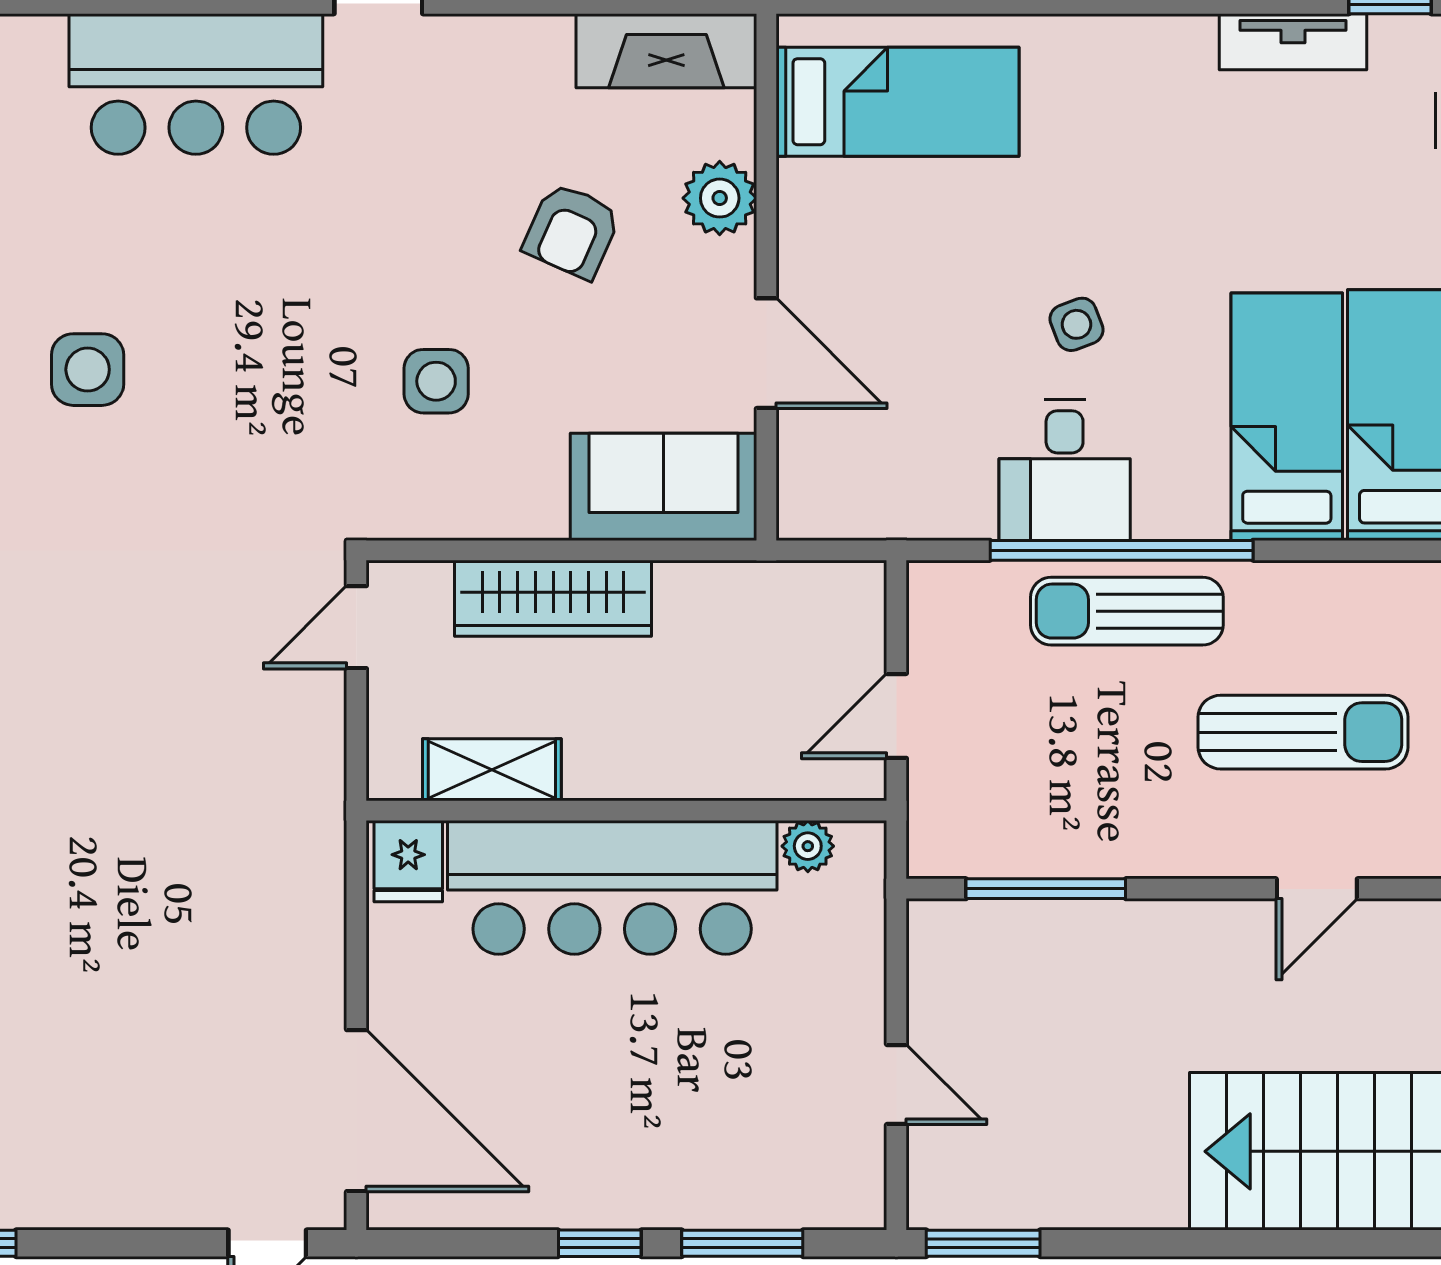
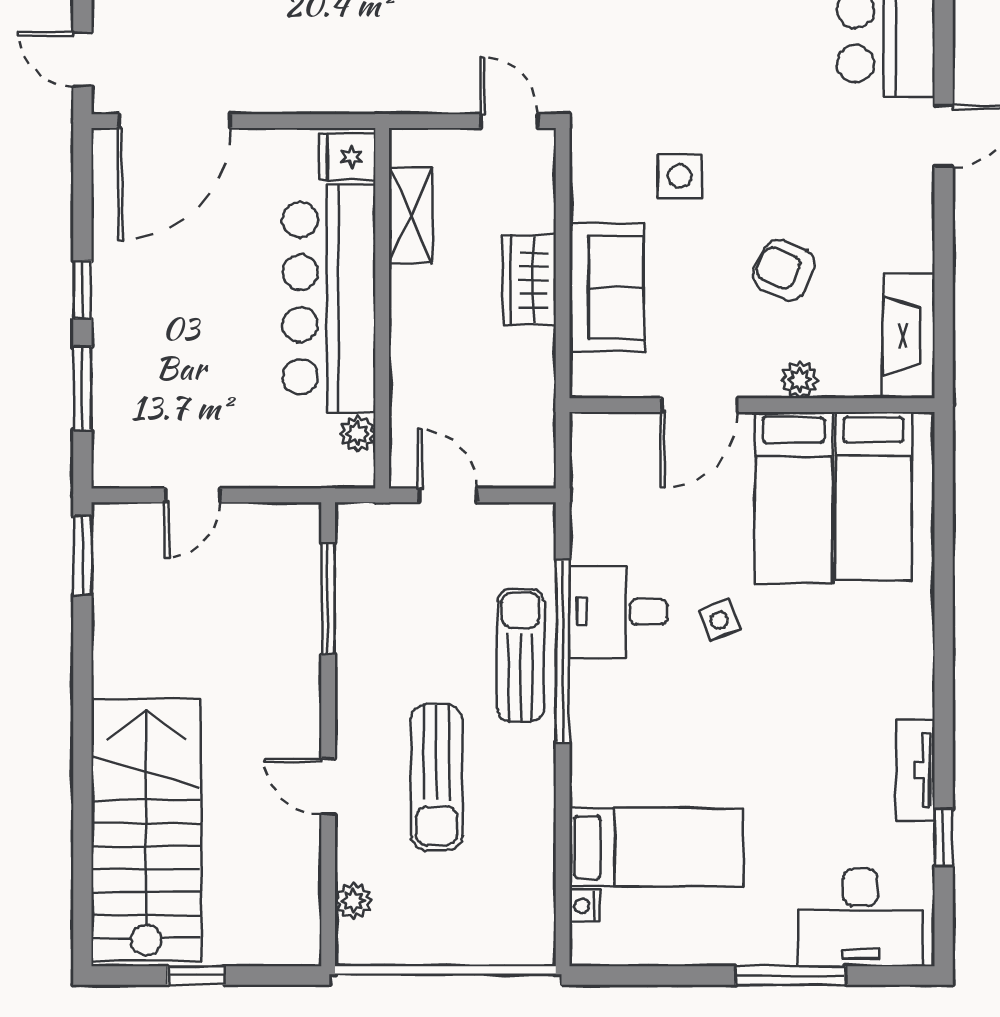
plant: (720, 198) -> (800, 380), width x0.73, depth x0.73
bed: (1287, 417) -> (793, 498), moved, turned 90
sofa: (663, 487) -> (607, 287), moved
wardrobe: (553, 598) -> (529, 280), width x0.67

